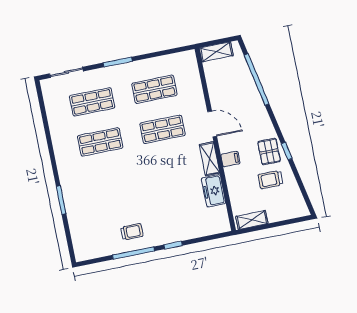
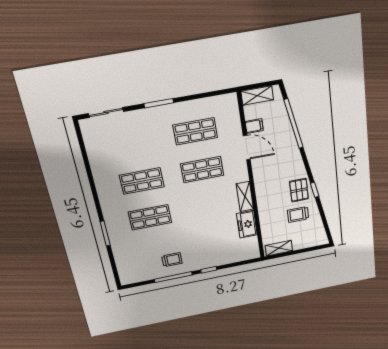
shop shelf: (92, 102) -> (150, 217), moved
door: (212, 124) -> (247, 148), moved
filing cabinet: (230, 159) -> (254, 126), moved

